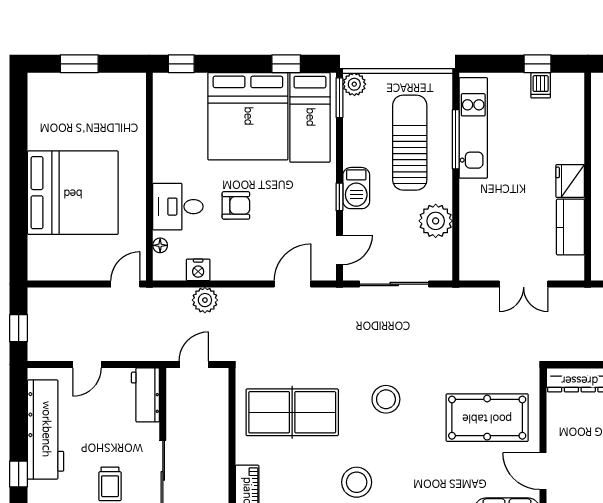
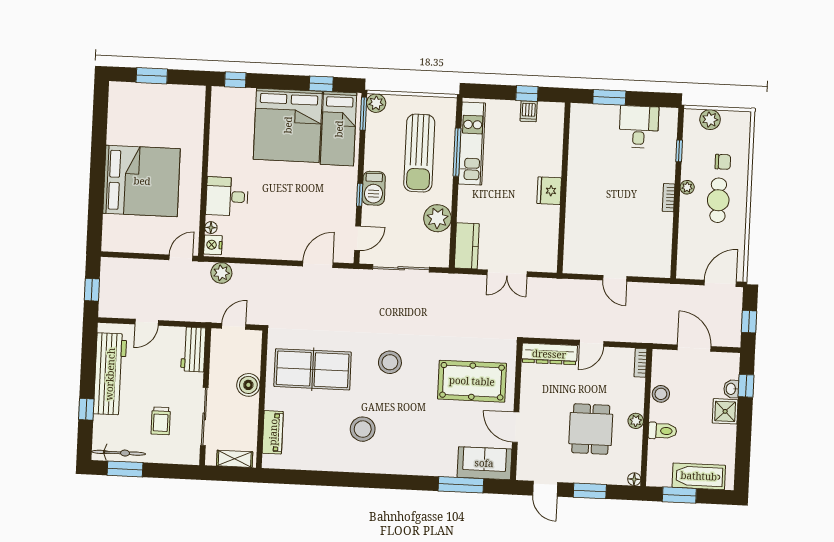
sun lounger: (410, 143) -> (419, 153), turned 180
armchair: (236, 205) -> (275, 198), removed
kitchen counter: (570, 227) -> (467, 246), moved, turned 180
nightstand: (198, 270) -> (213, 245), moved, turned 90
plant: (205, 300) -> (221, 273), moved
boiler: (215, 435) -> (248, 385), added

